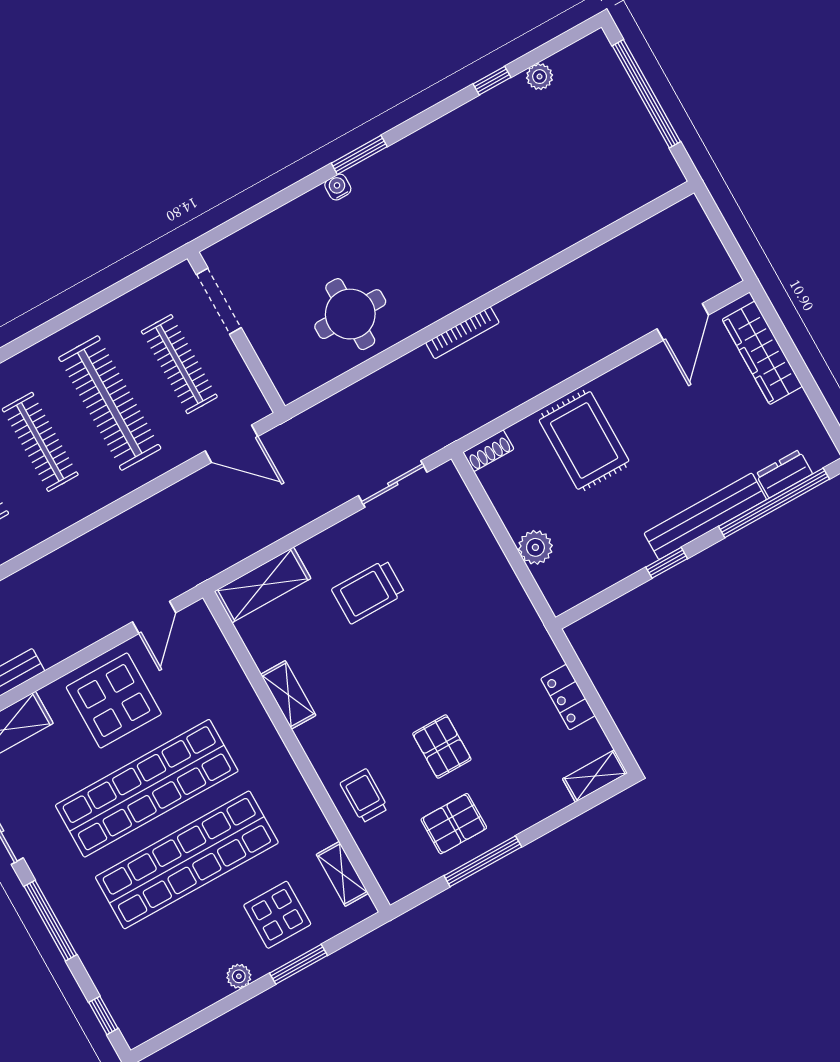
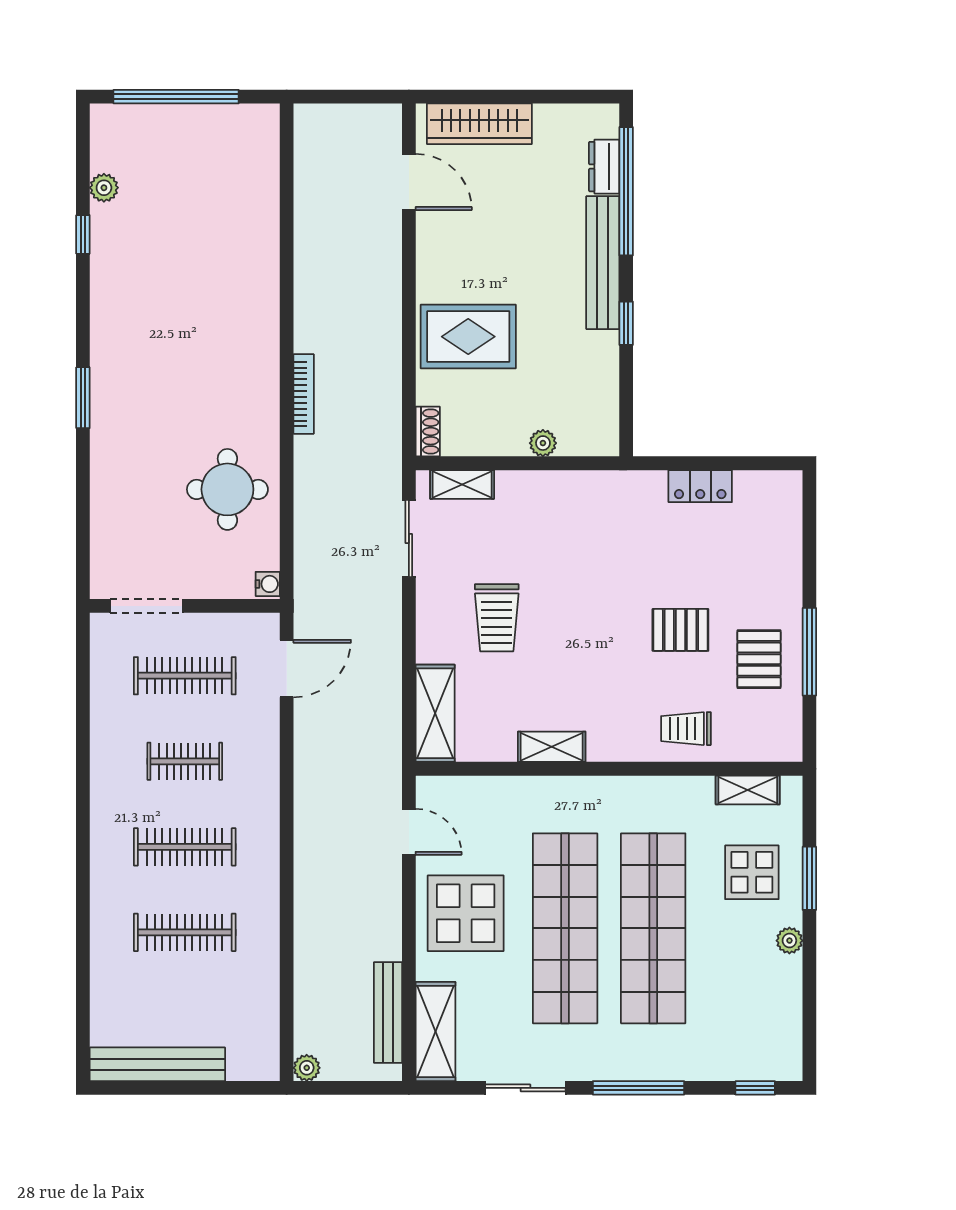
water cooler: (338, 187) -> (268, 584), moved, turned 180
clothes rail: (110, 403) -> (185, 761), width x0.54, depth x0.76
plant: (535, 547) -> (543, 443), width x0.73, depth x0.73
shelving: (595, 776) -> (462, 484), moved, turned 90

